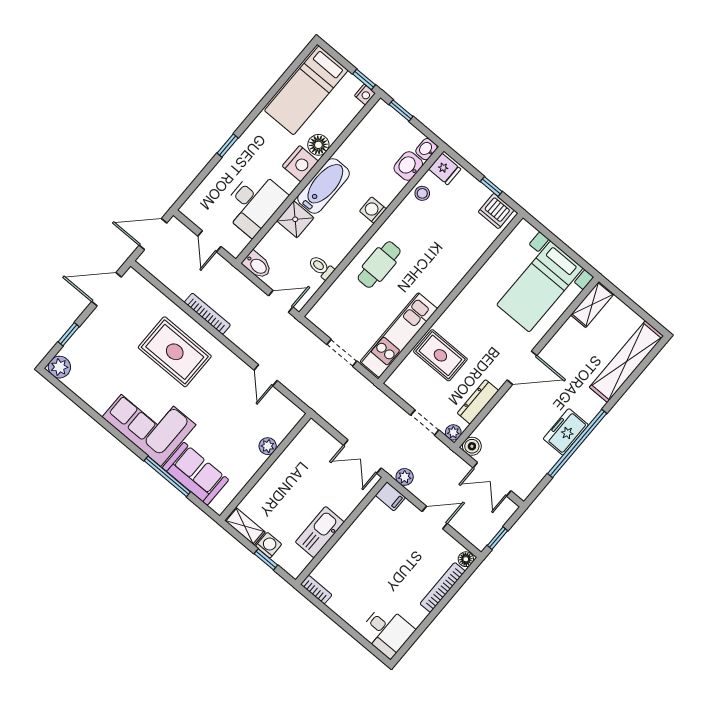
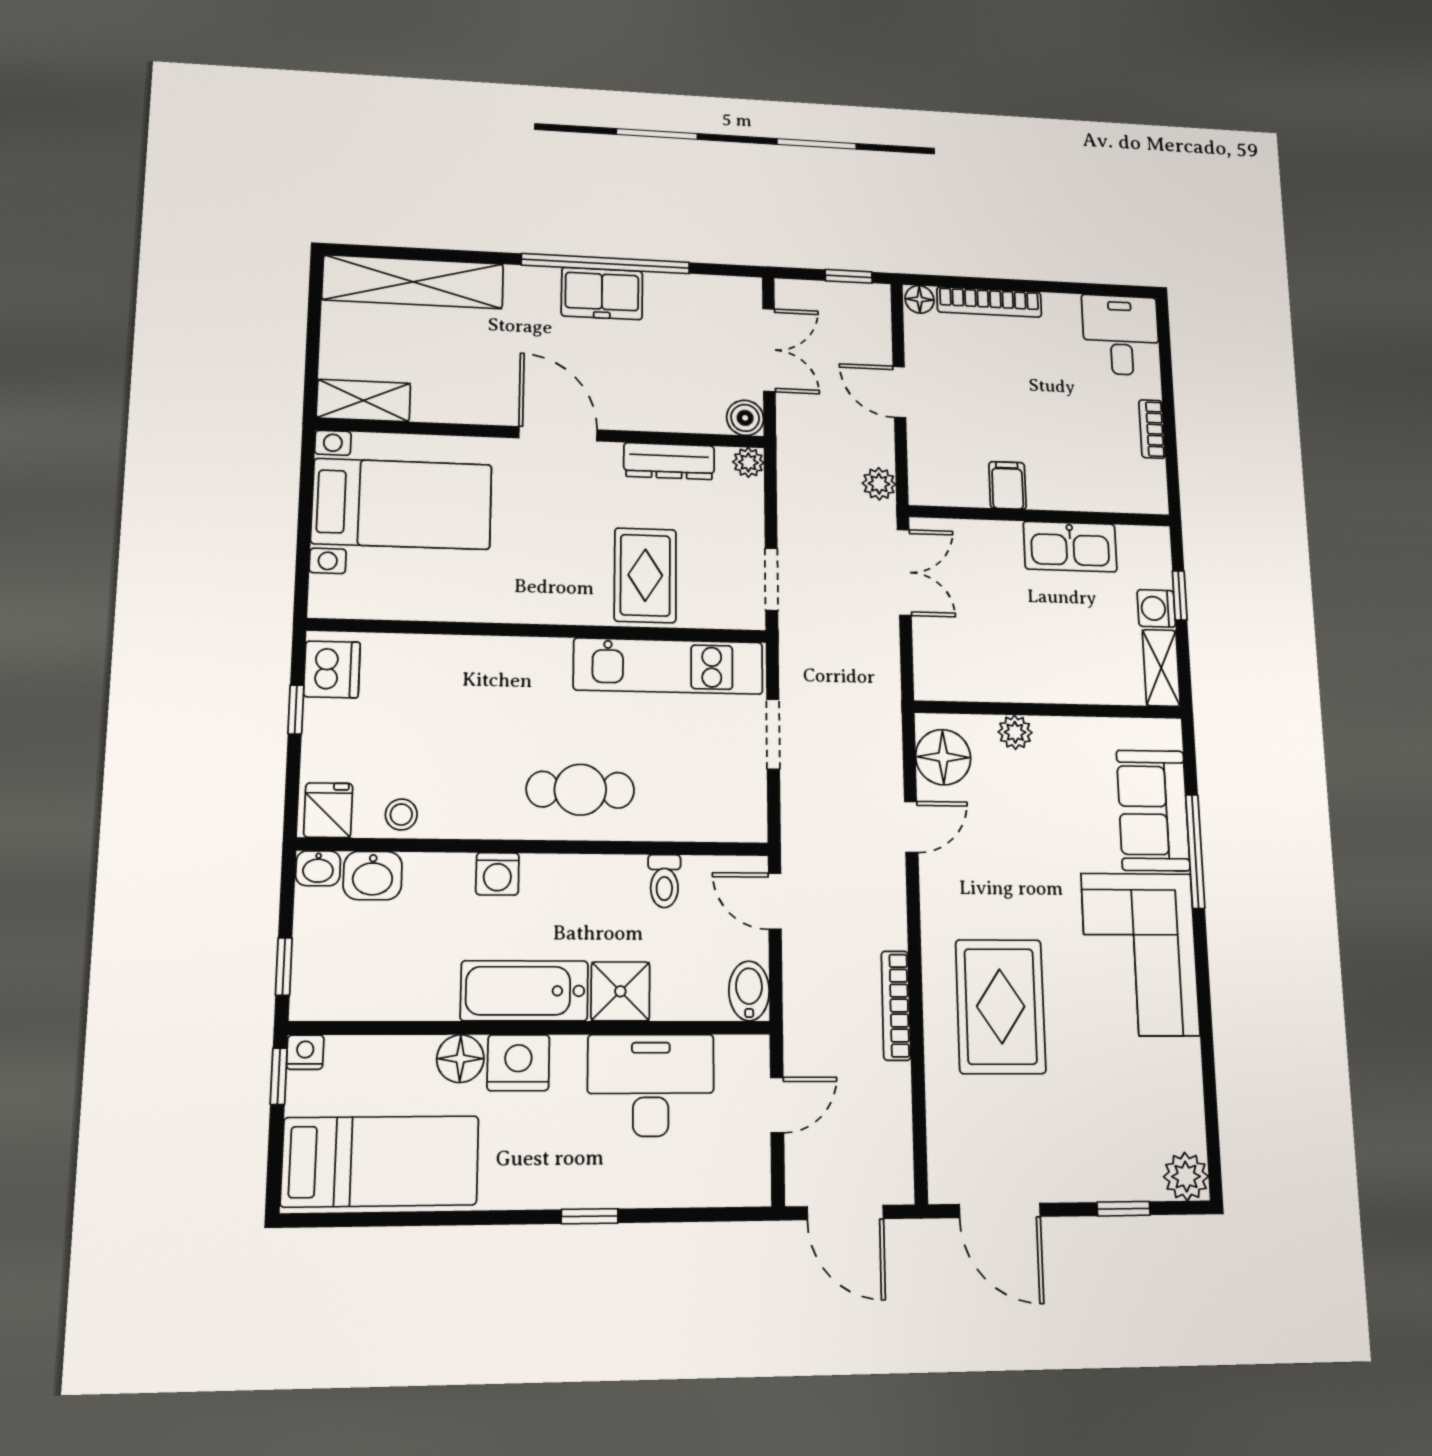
floor lamp: (281, 410) -> (943, 757), added
doorway: (425, 423) -> (771, 579), moved
filing cabinet: (390, 496) -> (1007, 485), moved
bookcase: (316, 590) -> (1152, 429), moved

